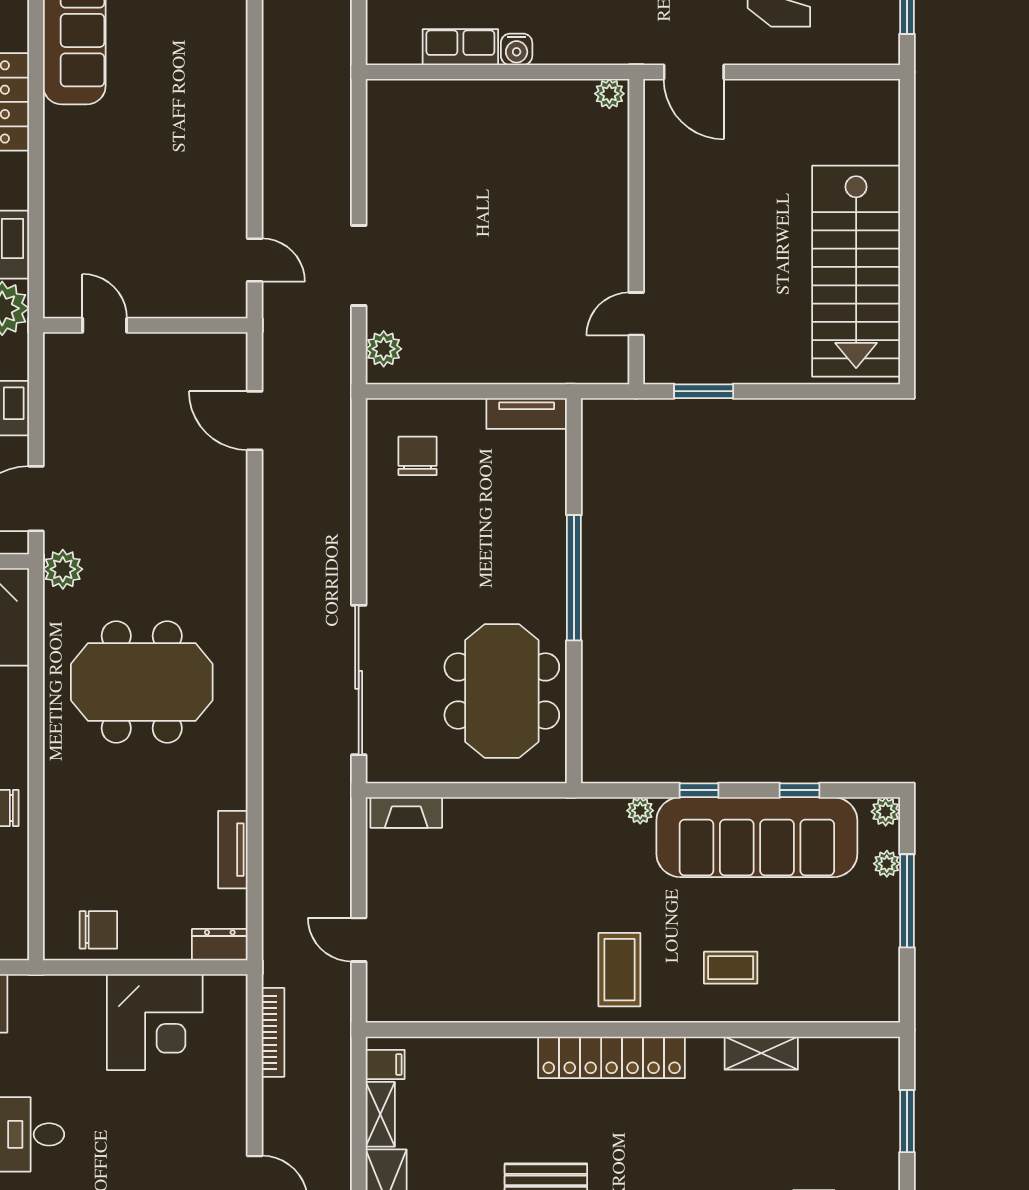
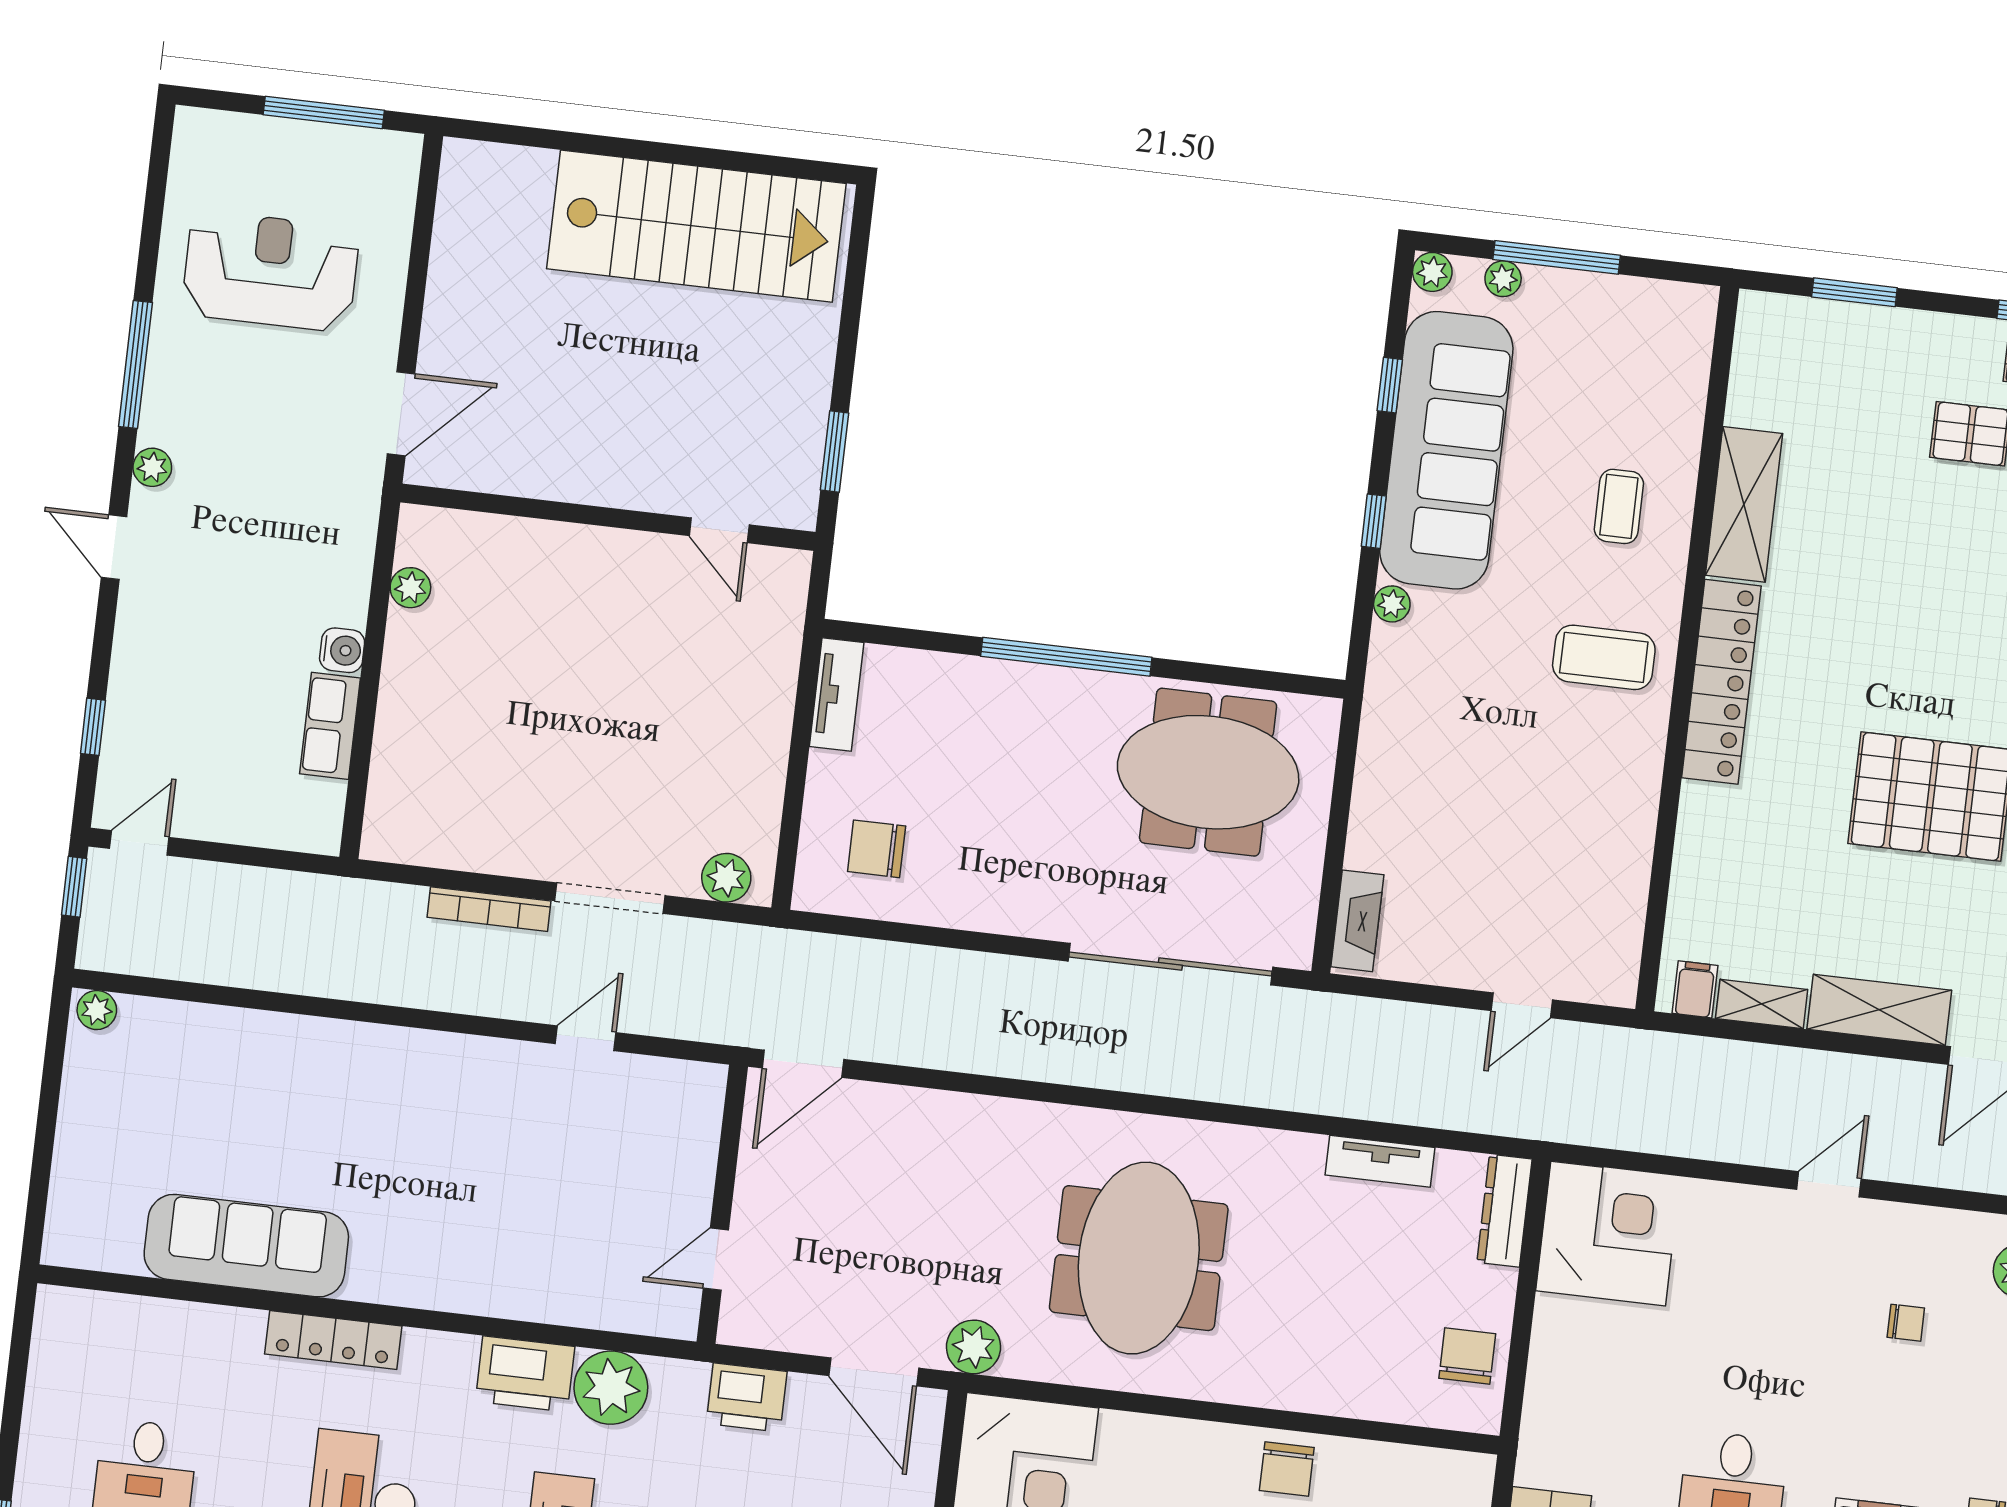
plant: (609, 94) -> (410, 588), moved
door: (105, 325) -> (716, 1259), moved
wall: (145, 325) -> (722, 1204), moved
dresser: (220, 945) -> (1505, 1211), width x1.44
corner desk: (155, 1022) -> (1608, 1234), moved
bookcase: (273, 1032) -> (489, 909), moved, turned 180
shelving: (761, 1053) -> (1744, 504), width x1.50, depth x1.33

